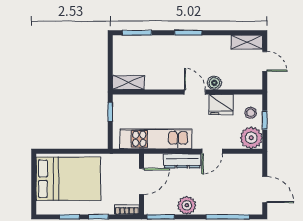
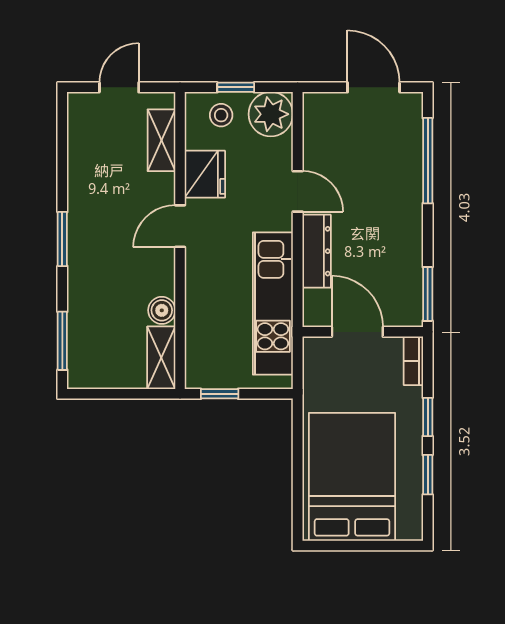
shelving: (247, 42) -> (161, 140), moved
boiler: (214, 83) -> (162, 310), moved
door: (265, 190) -> (374, 87), hinge flipped
plant: (187, 205) -> (405, 242), removed

